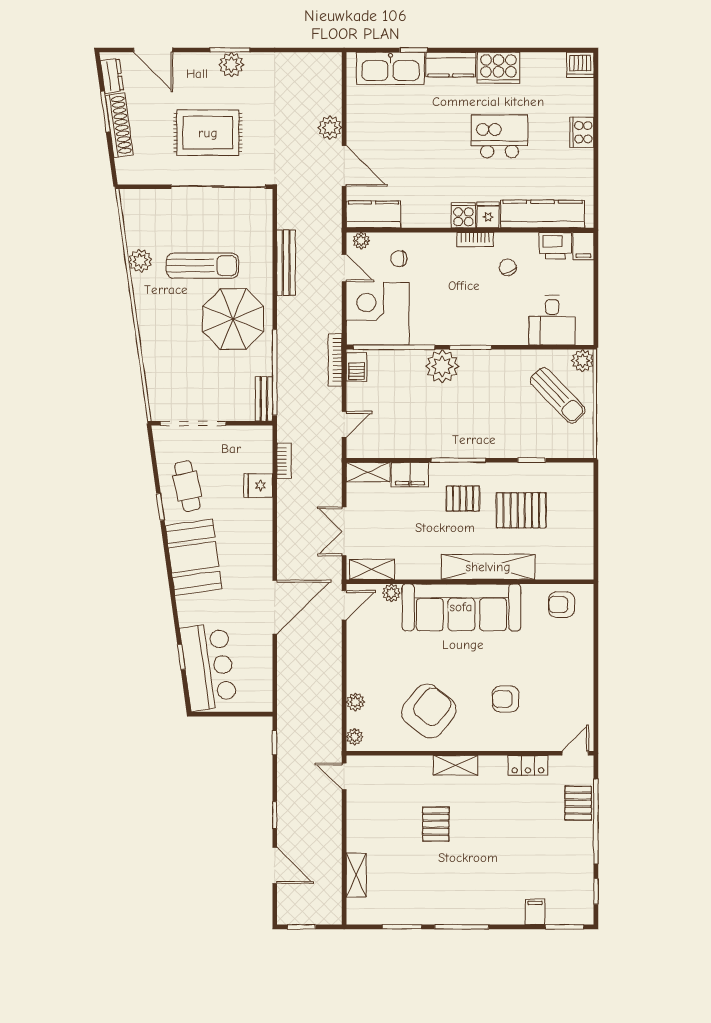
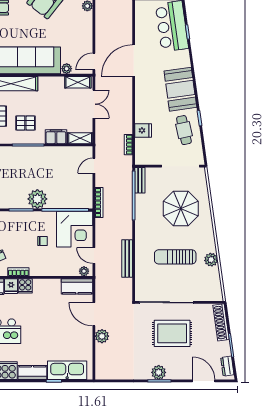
shoe rack: (119, 125) -> (221, 322), moved
chair: (399, 259) -> (42, 241), moved
parasol: (233, 319) -> (181, 208), moved
barbecue: (356, 367) -> (87, 199), removed

